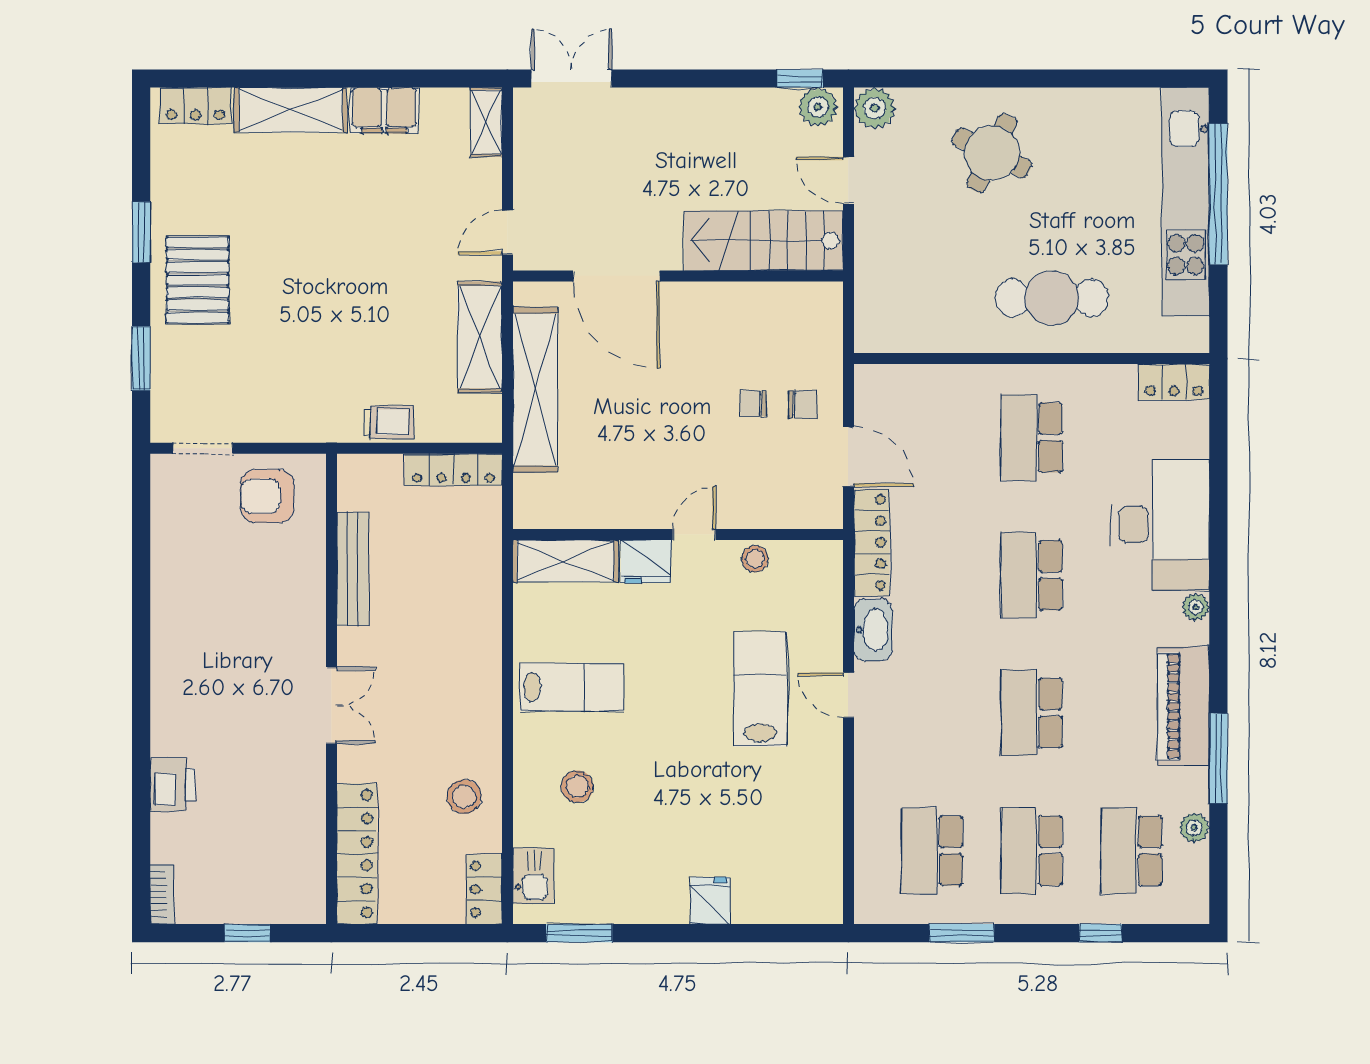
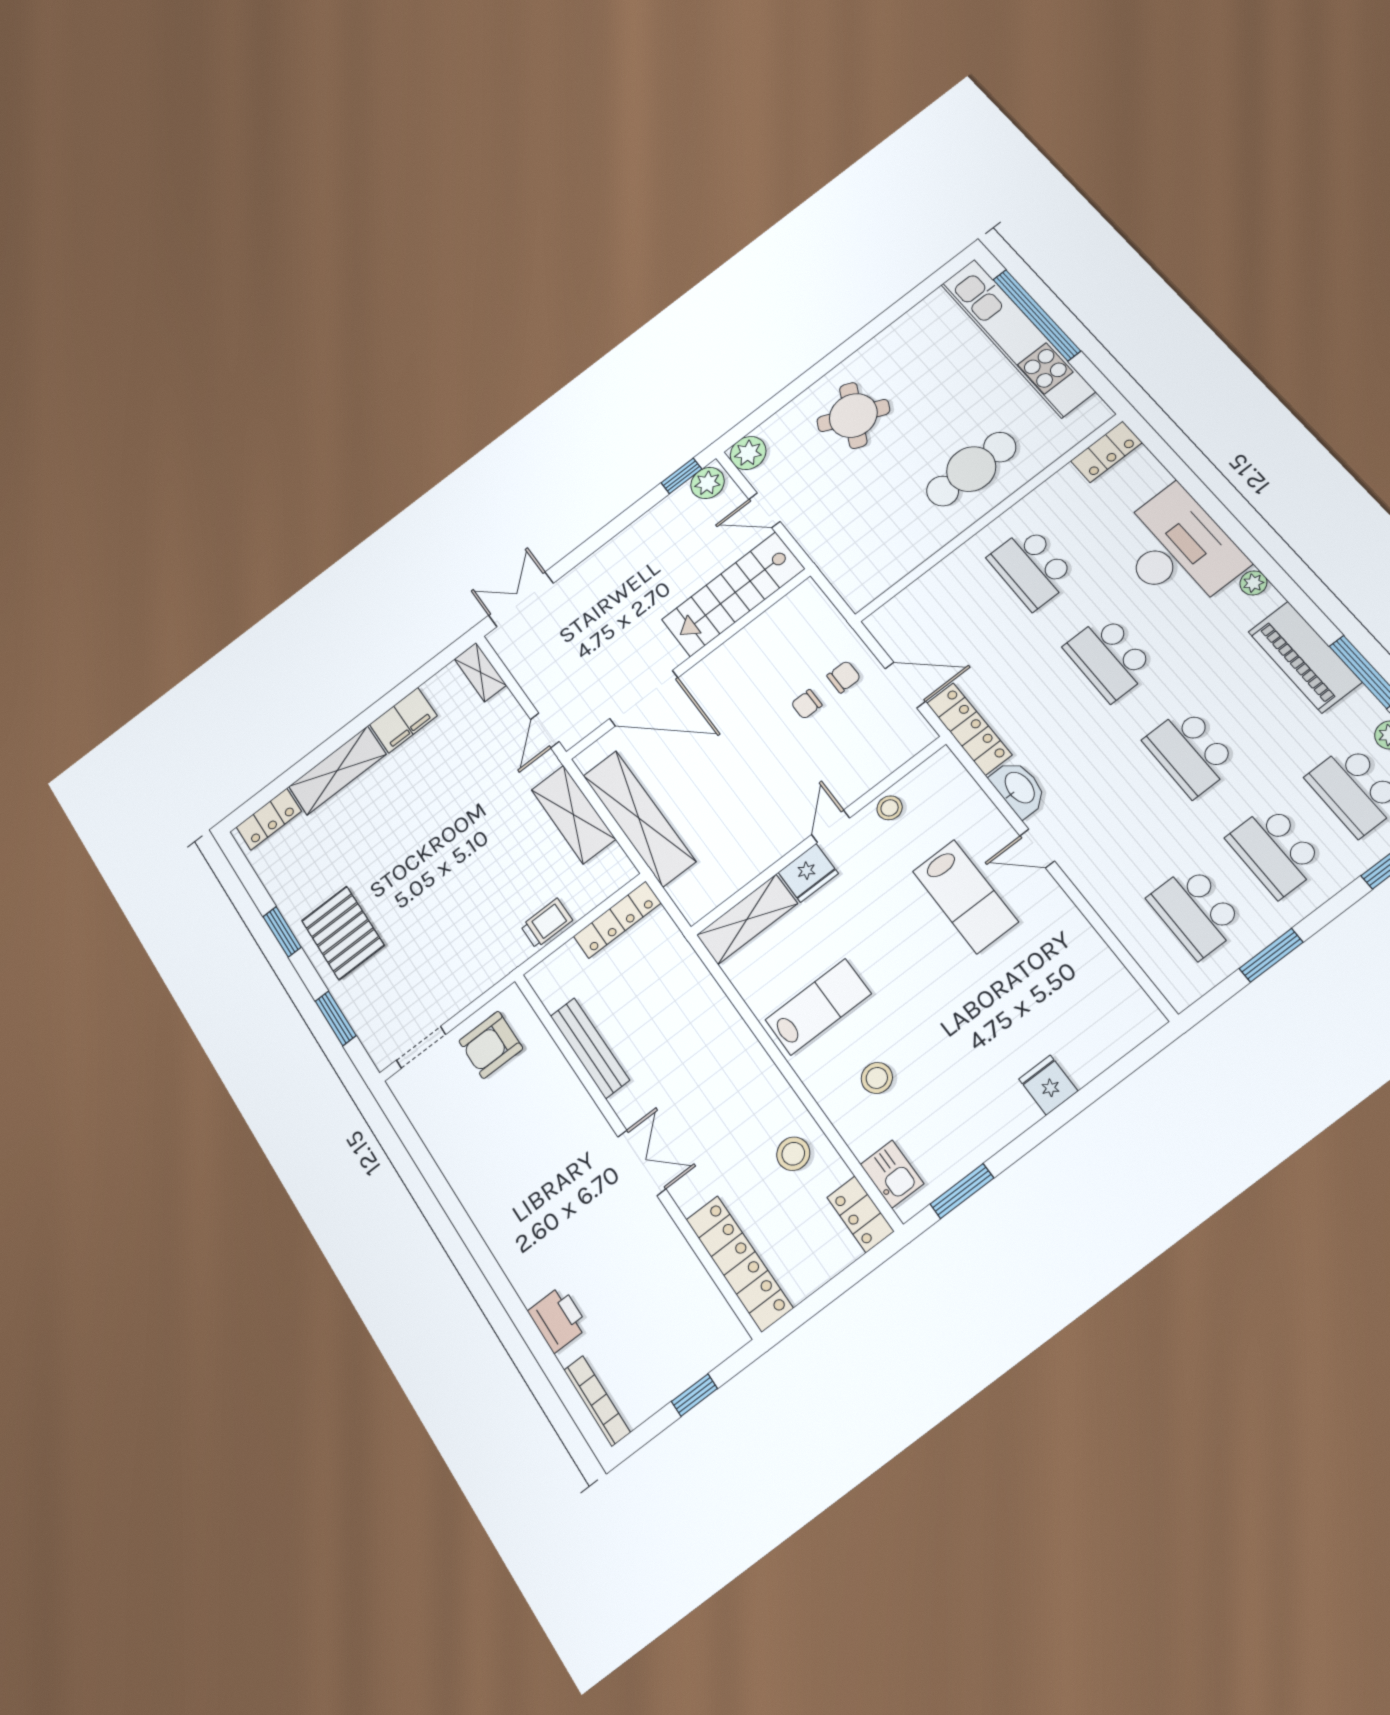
lab bench: (760, 689) -> (965, 896), turned 180
bookcase: (162, 894) -> (597, 1401), width x1.56

